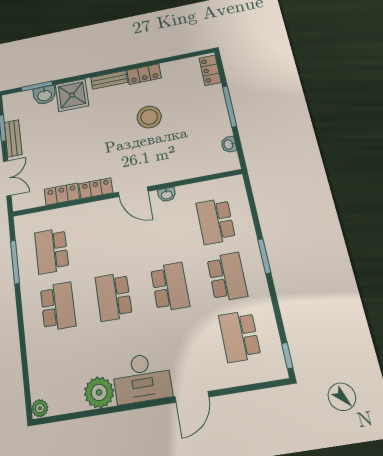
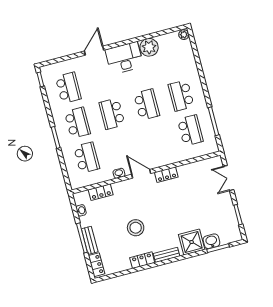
bench: (13, 138) -> (90, 240), moved
locker: (62, 194) -> (101, 192), moved
school desk: (227, 277) -> (77, 123), turned 180

